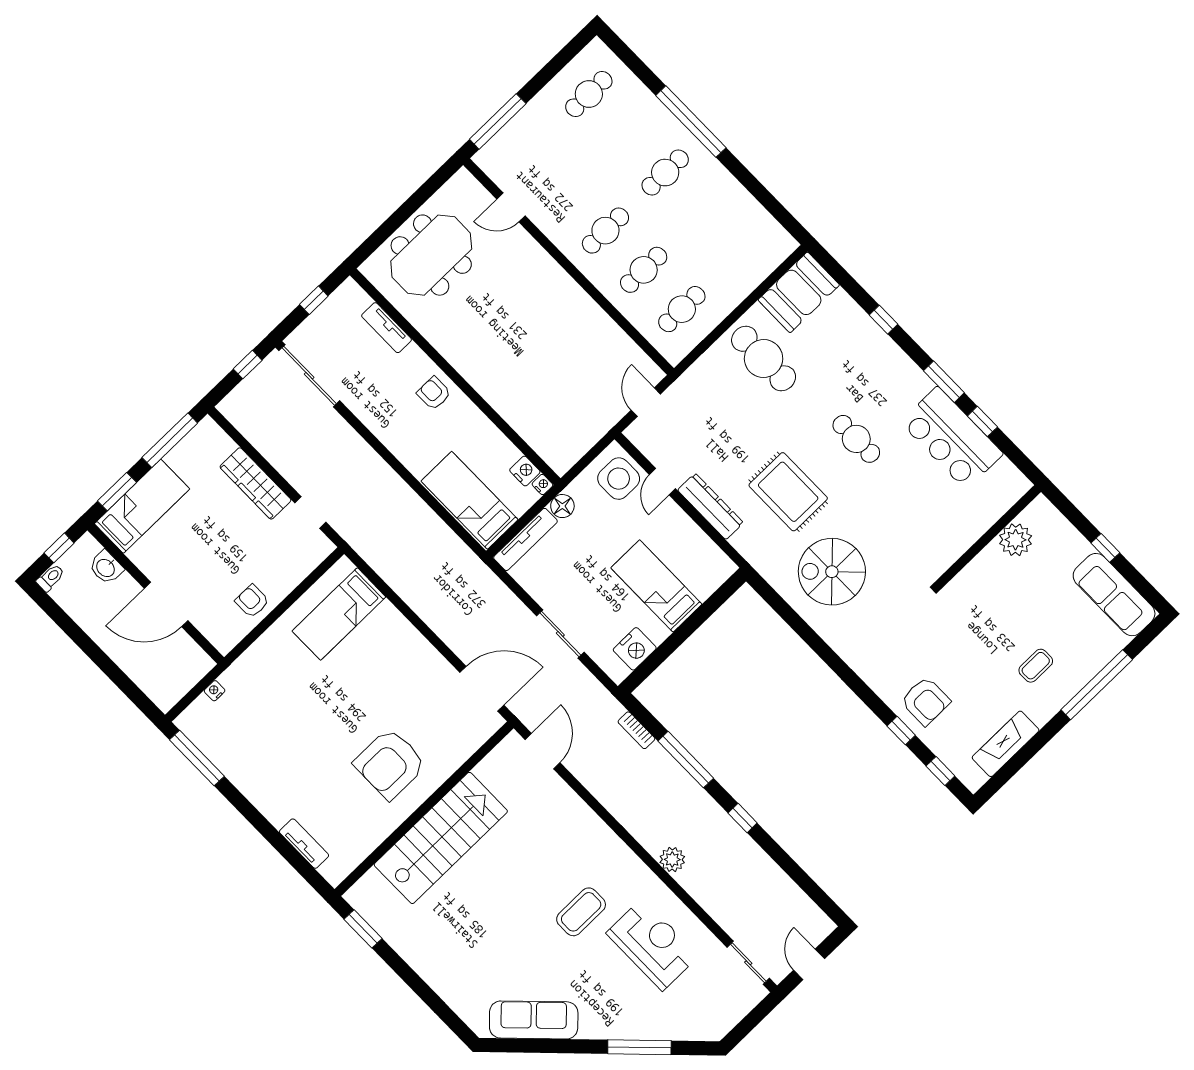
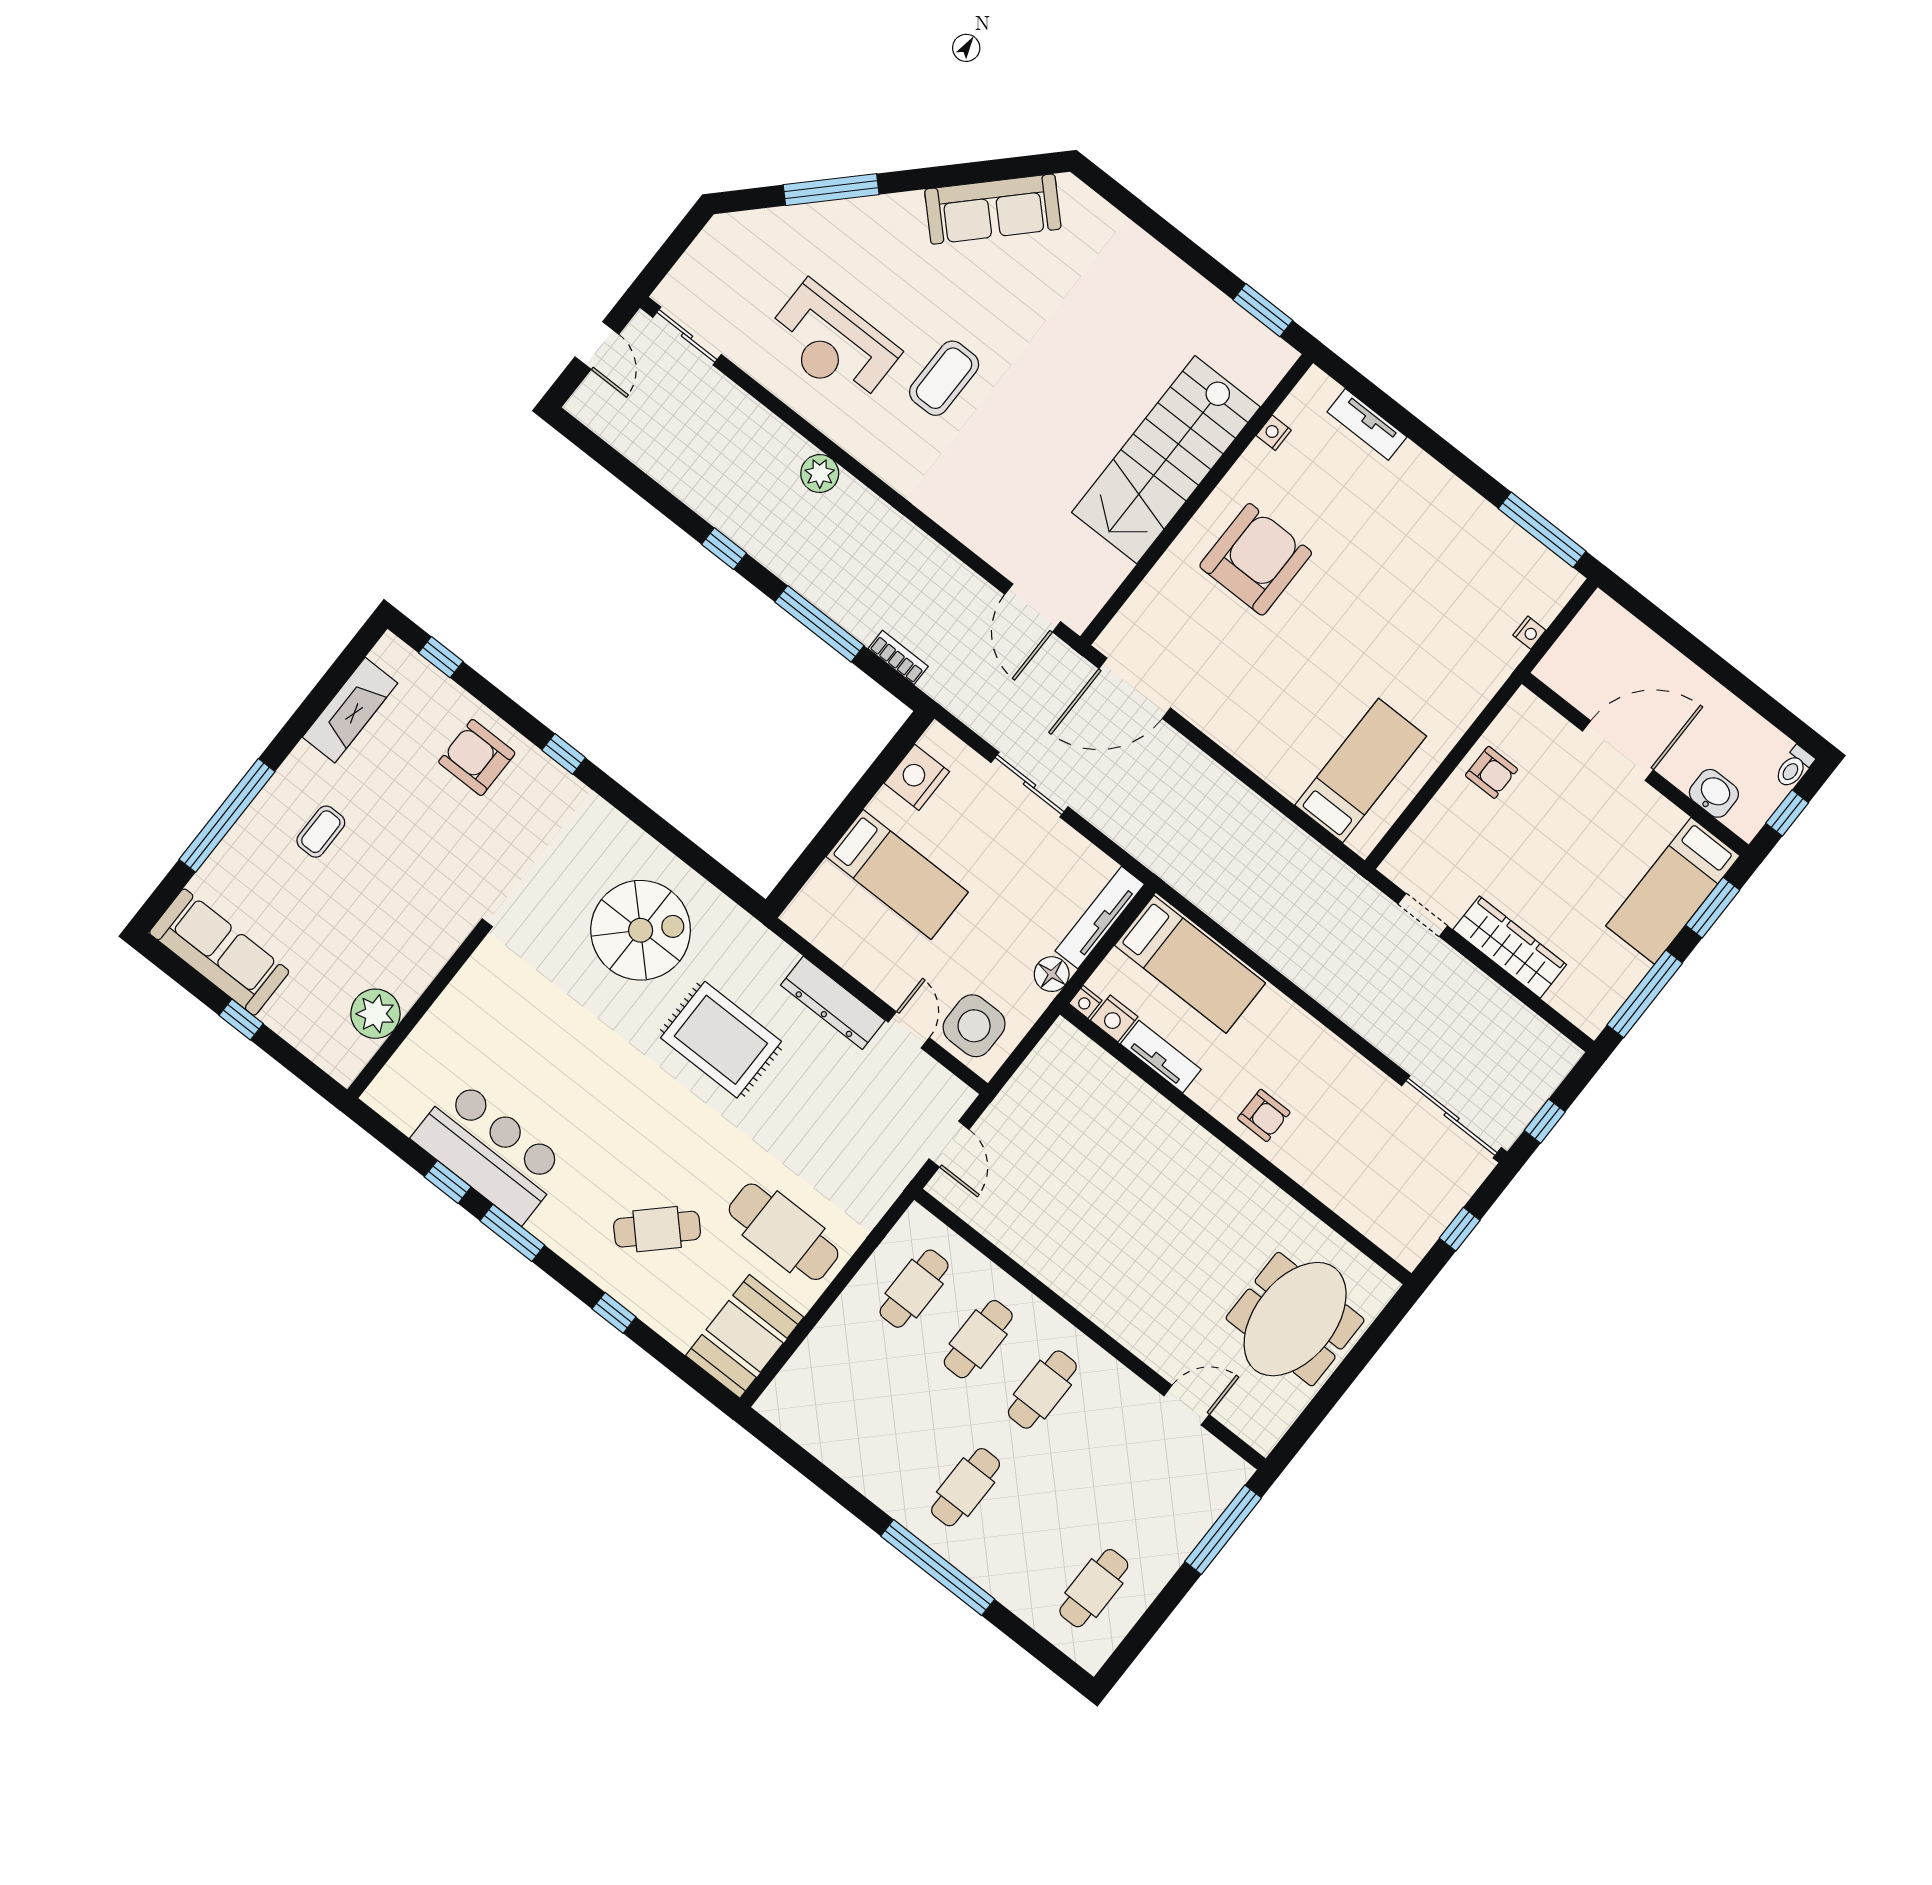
tv unit: (387, 328) -> (1161, 1057), moved
cafe table: (856, 439) -> (657, 1229), moved, turned -44
window: (901, 731) -> (564, 754), moved
nightstand: (367, 846) -> (1274, 433), added

